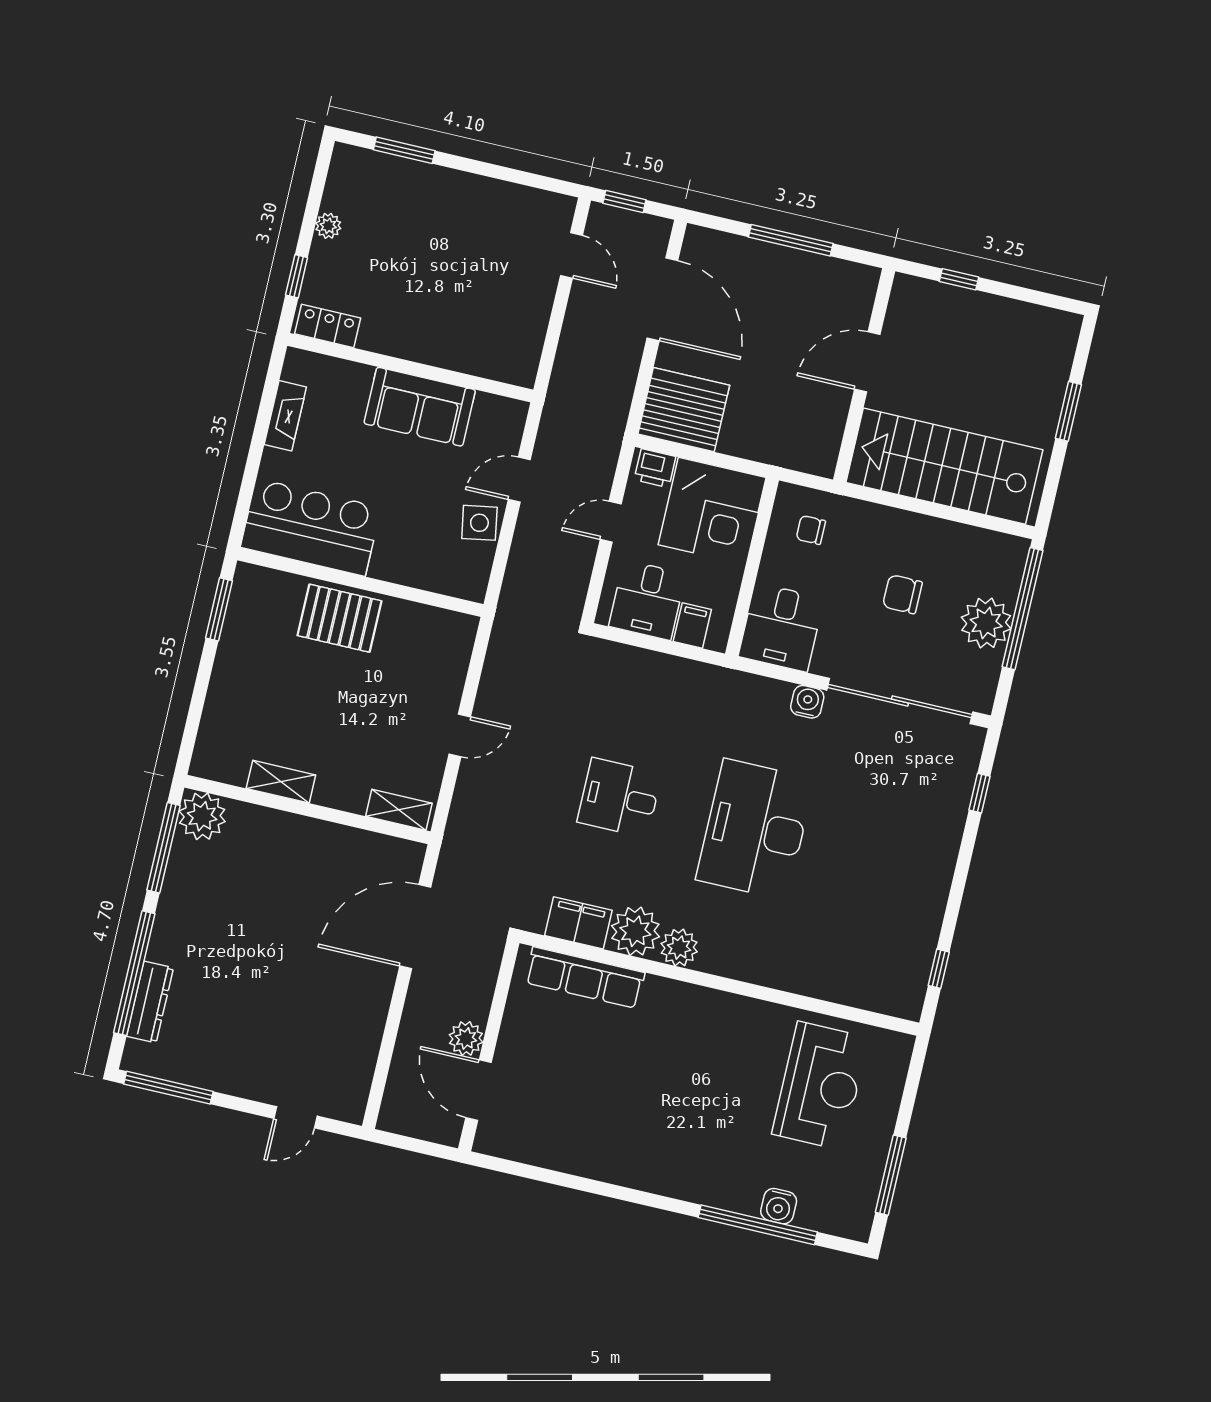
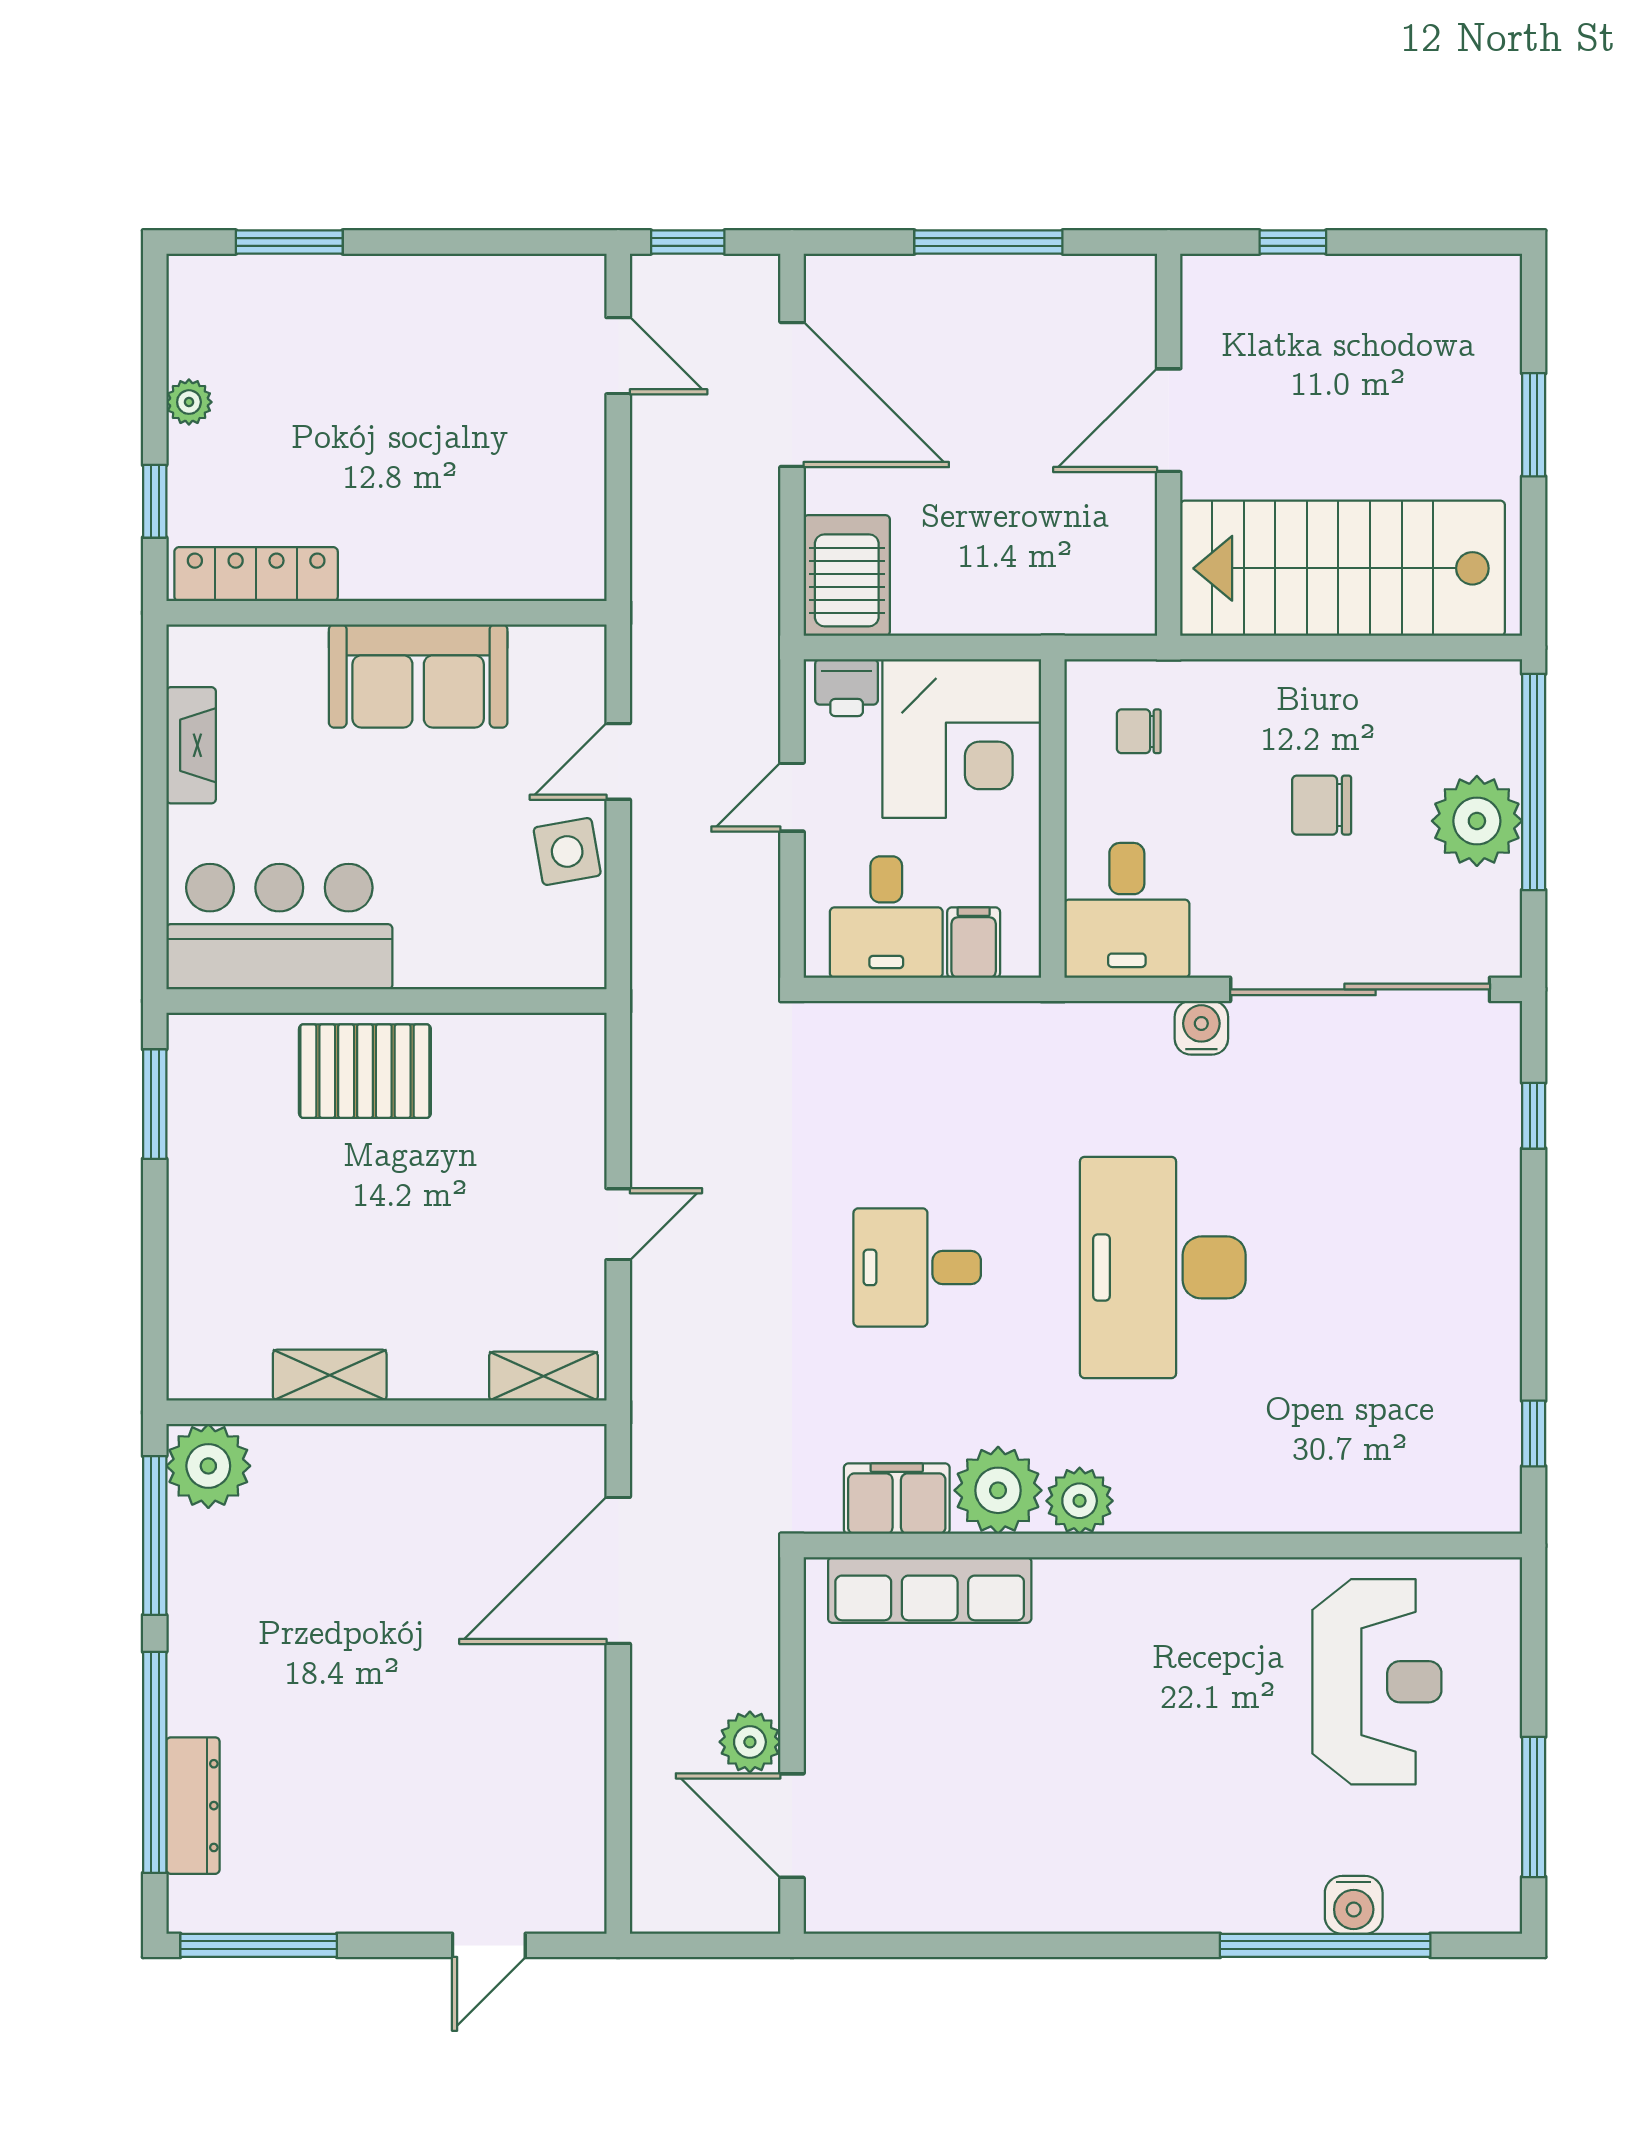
locker: (328, 326) -> (256, 574), width x1.53
server rack: (684, 410) -> (847, 576), width x0.62

